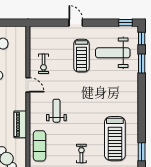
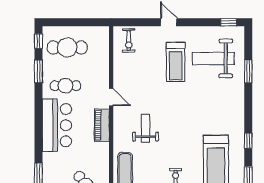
window: (142, 39) -> (248, 141), moved
exercise bike: (43, 64) -> (129, 40), moved
piano: (20, 124) -> (102, 125), moved

